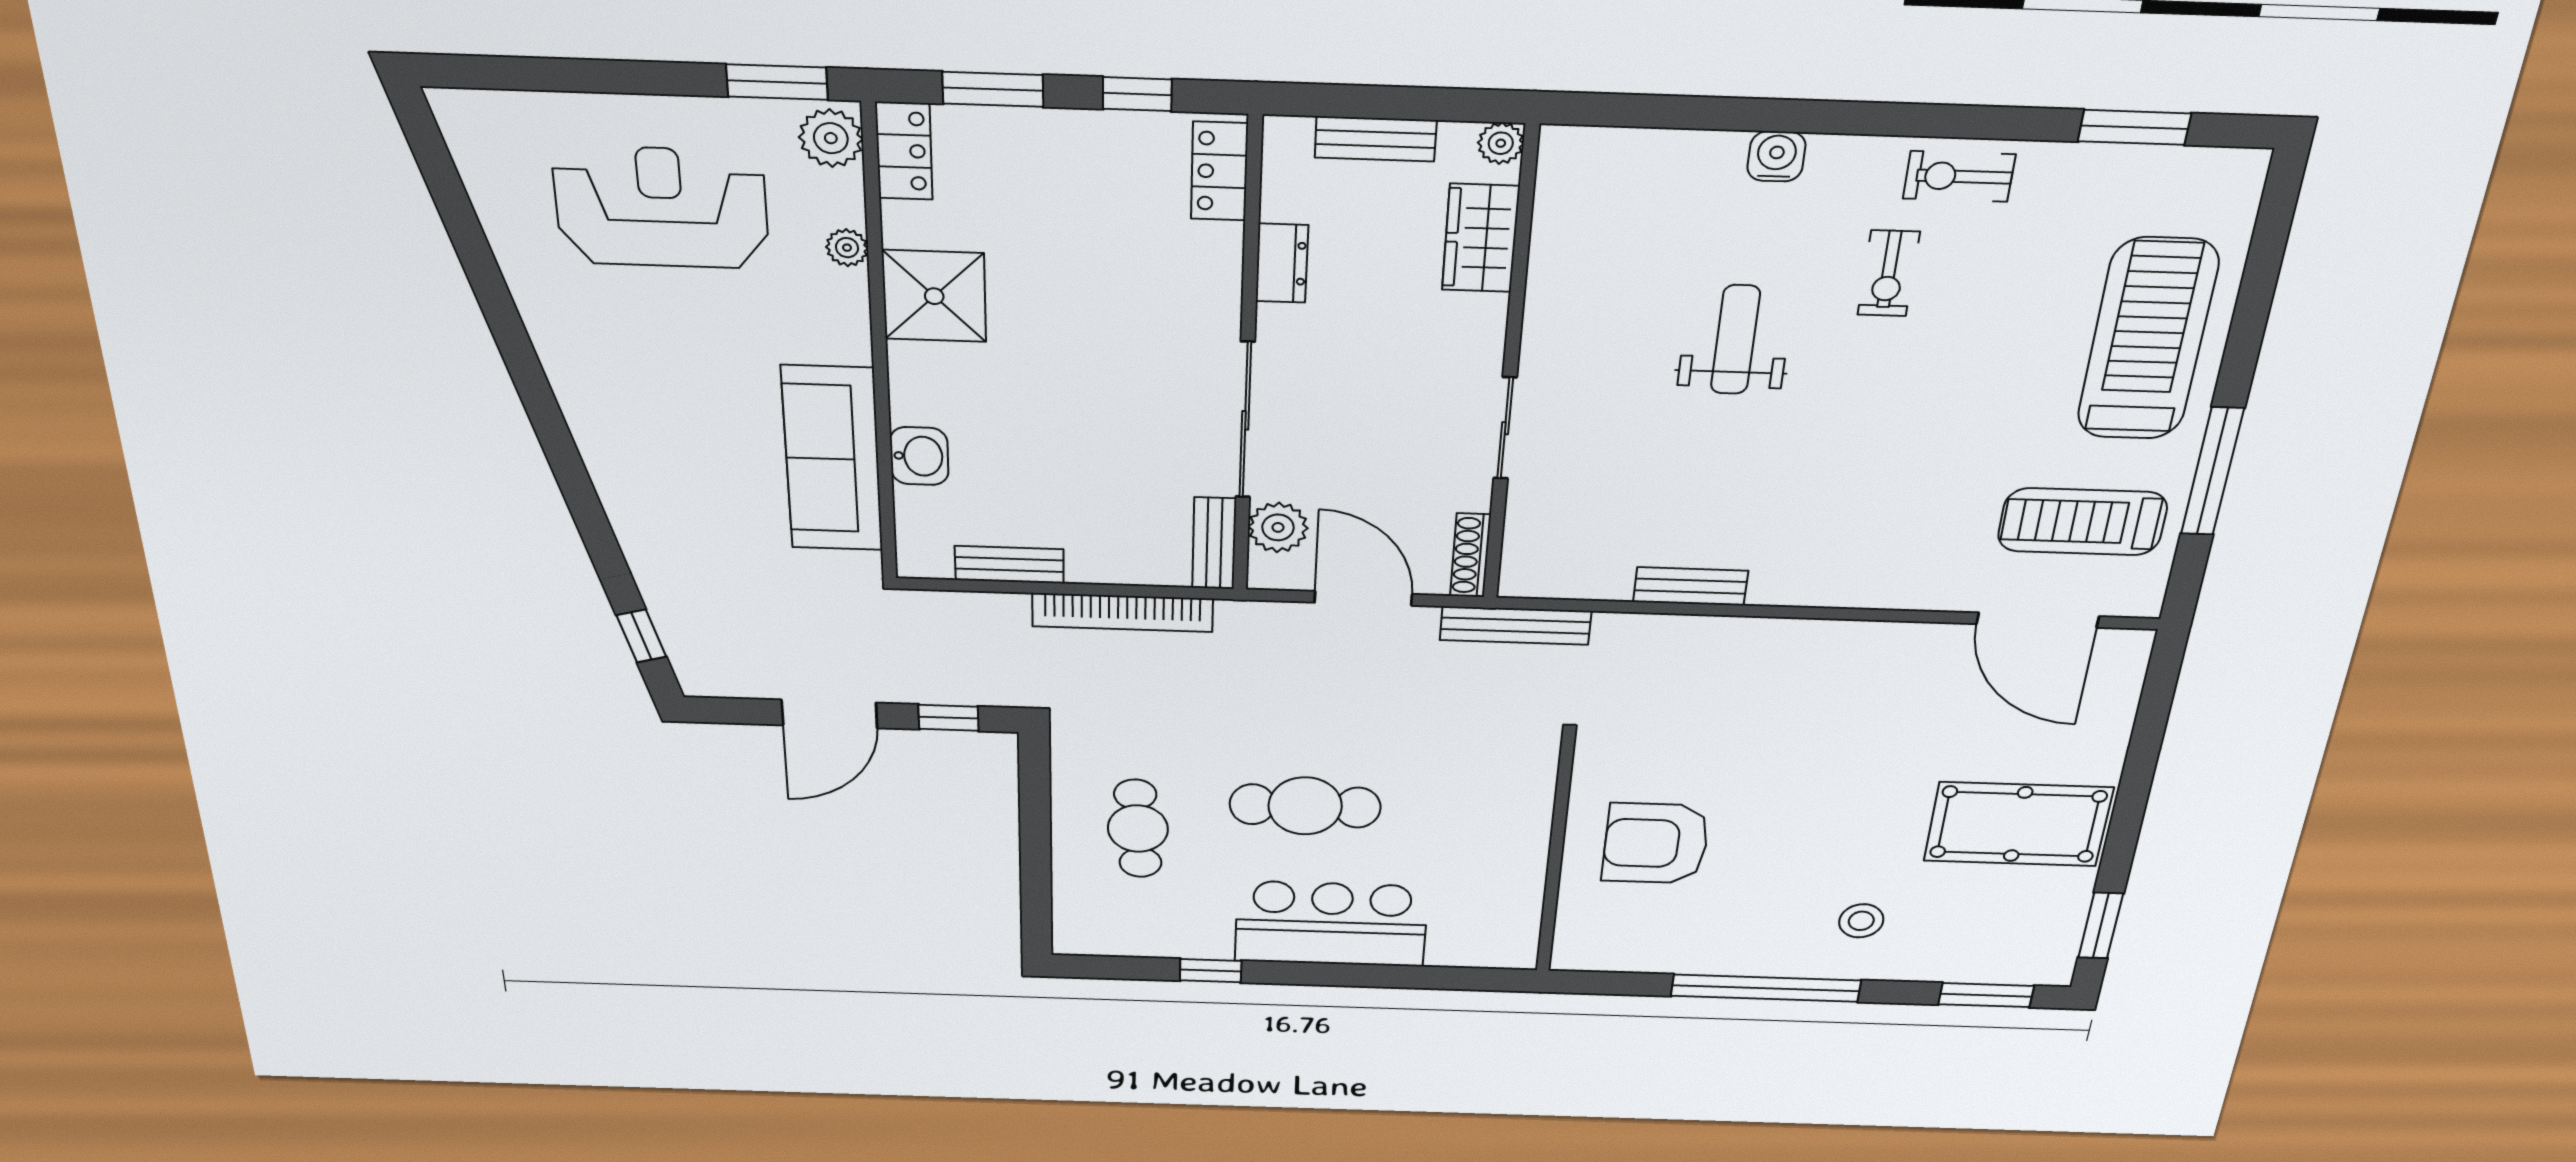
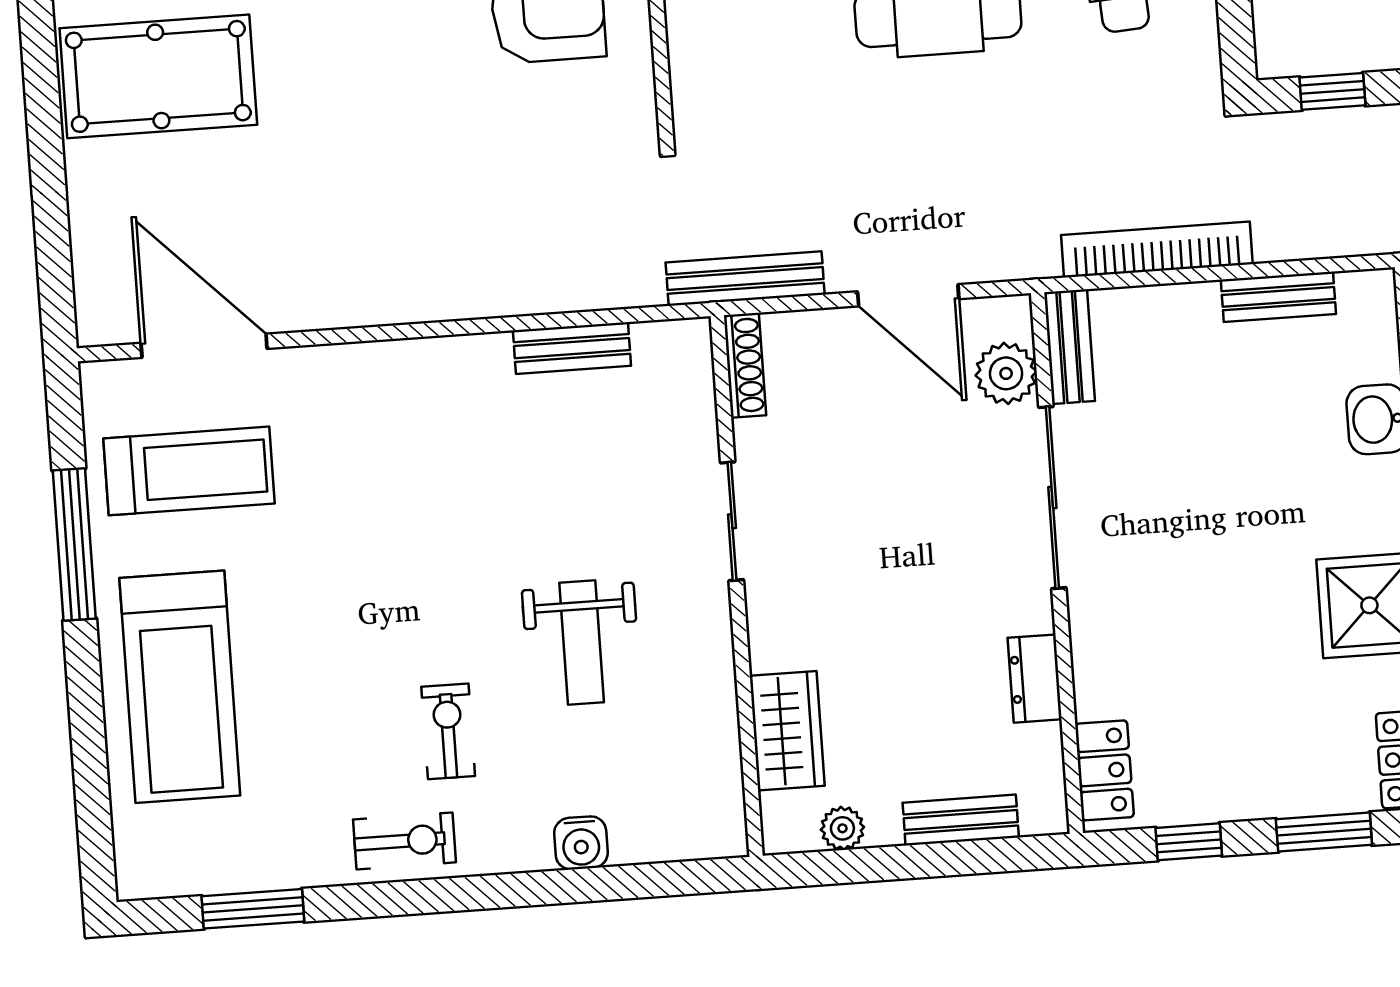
wardrobe: (1481, 238) -> (787, 731), moved
wall: (1510, 372) -> (737, 586), moved
sliding door: (1505, 428) -> (732, 521), moved
shoe rack: (1470, 555) -> (745, 365), moved

